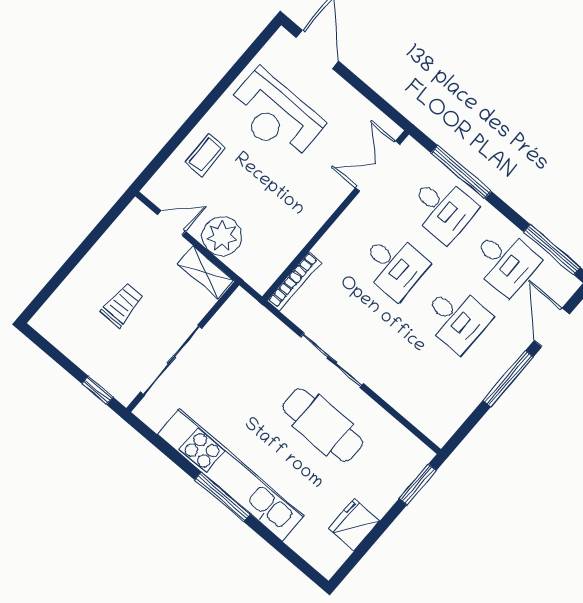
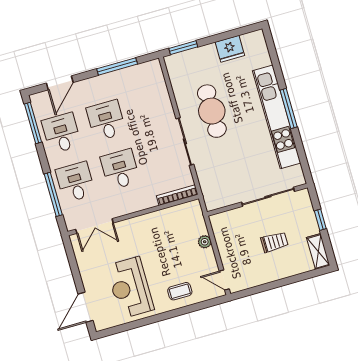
reception desk: (275, 116) -> (130, 287), turned 180
door: (172, 223) -> (224, 280), moved
plant: (222, 236) -> (205, 242), width x0.53, depth x0.53
shelving: (205, 272) -> (318, 251), moved
trolley: (122, 305) -> (274, 242), turned 180
window: (508, 379) -> (117, 66), moved
window: (97, 390) -> (320, 220), moved

